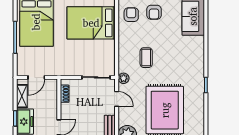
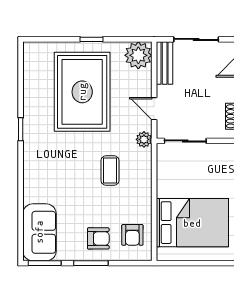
armchair: (154, 12) -> (98, 238), turned 90

